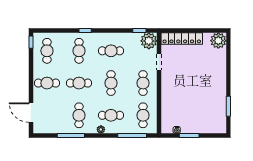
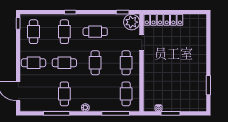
plant: (218, 41) -> (199, 22), removed
cafe table: (111, 115) -> (95, 94), removed

